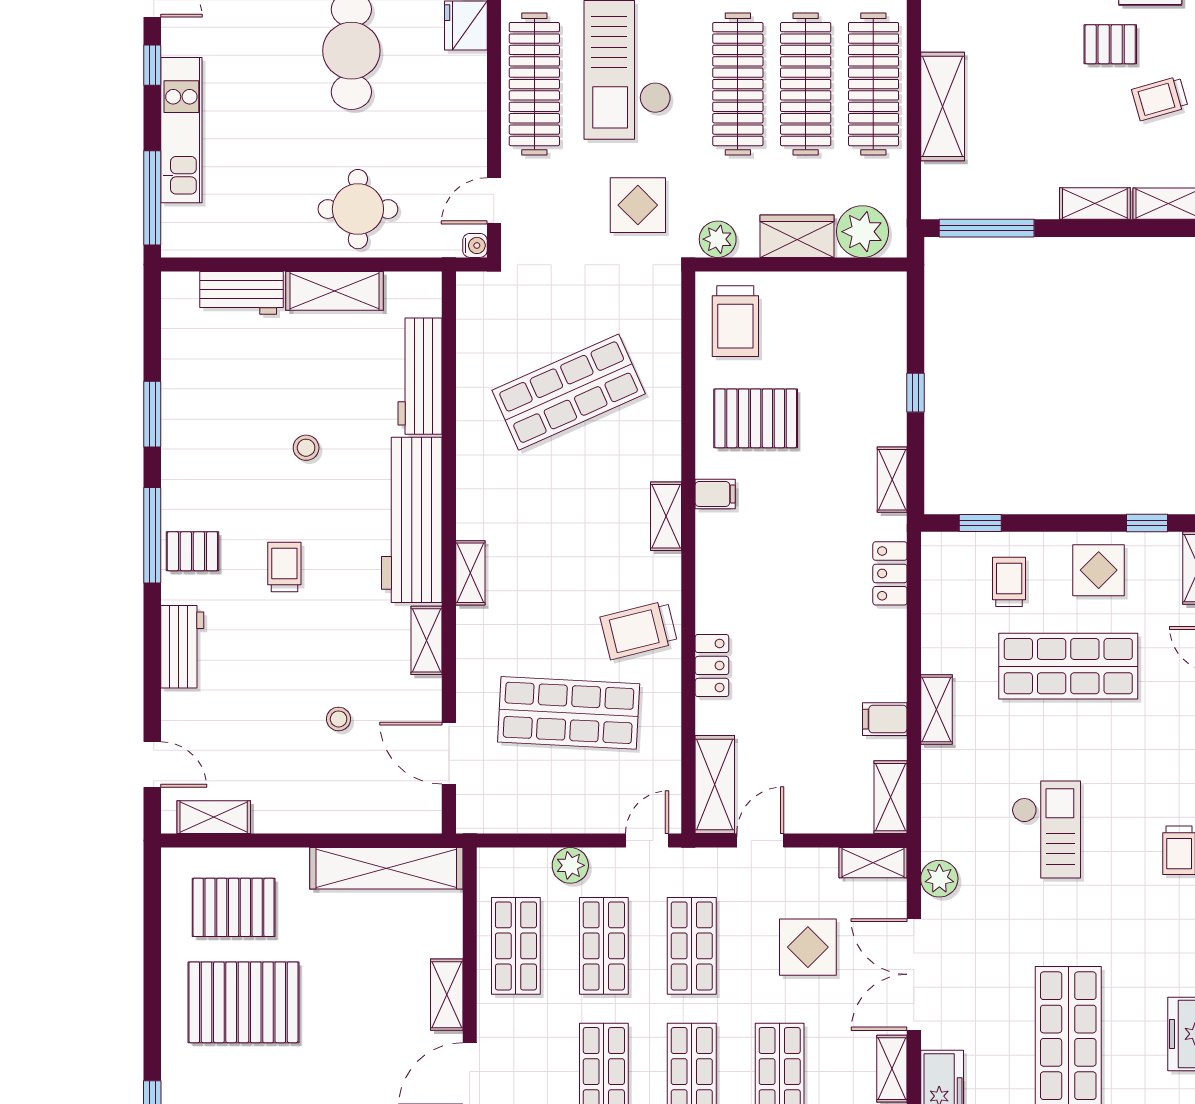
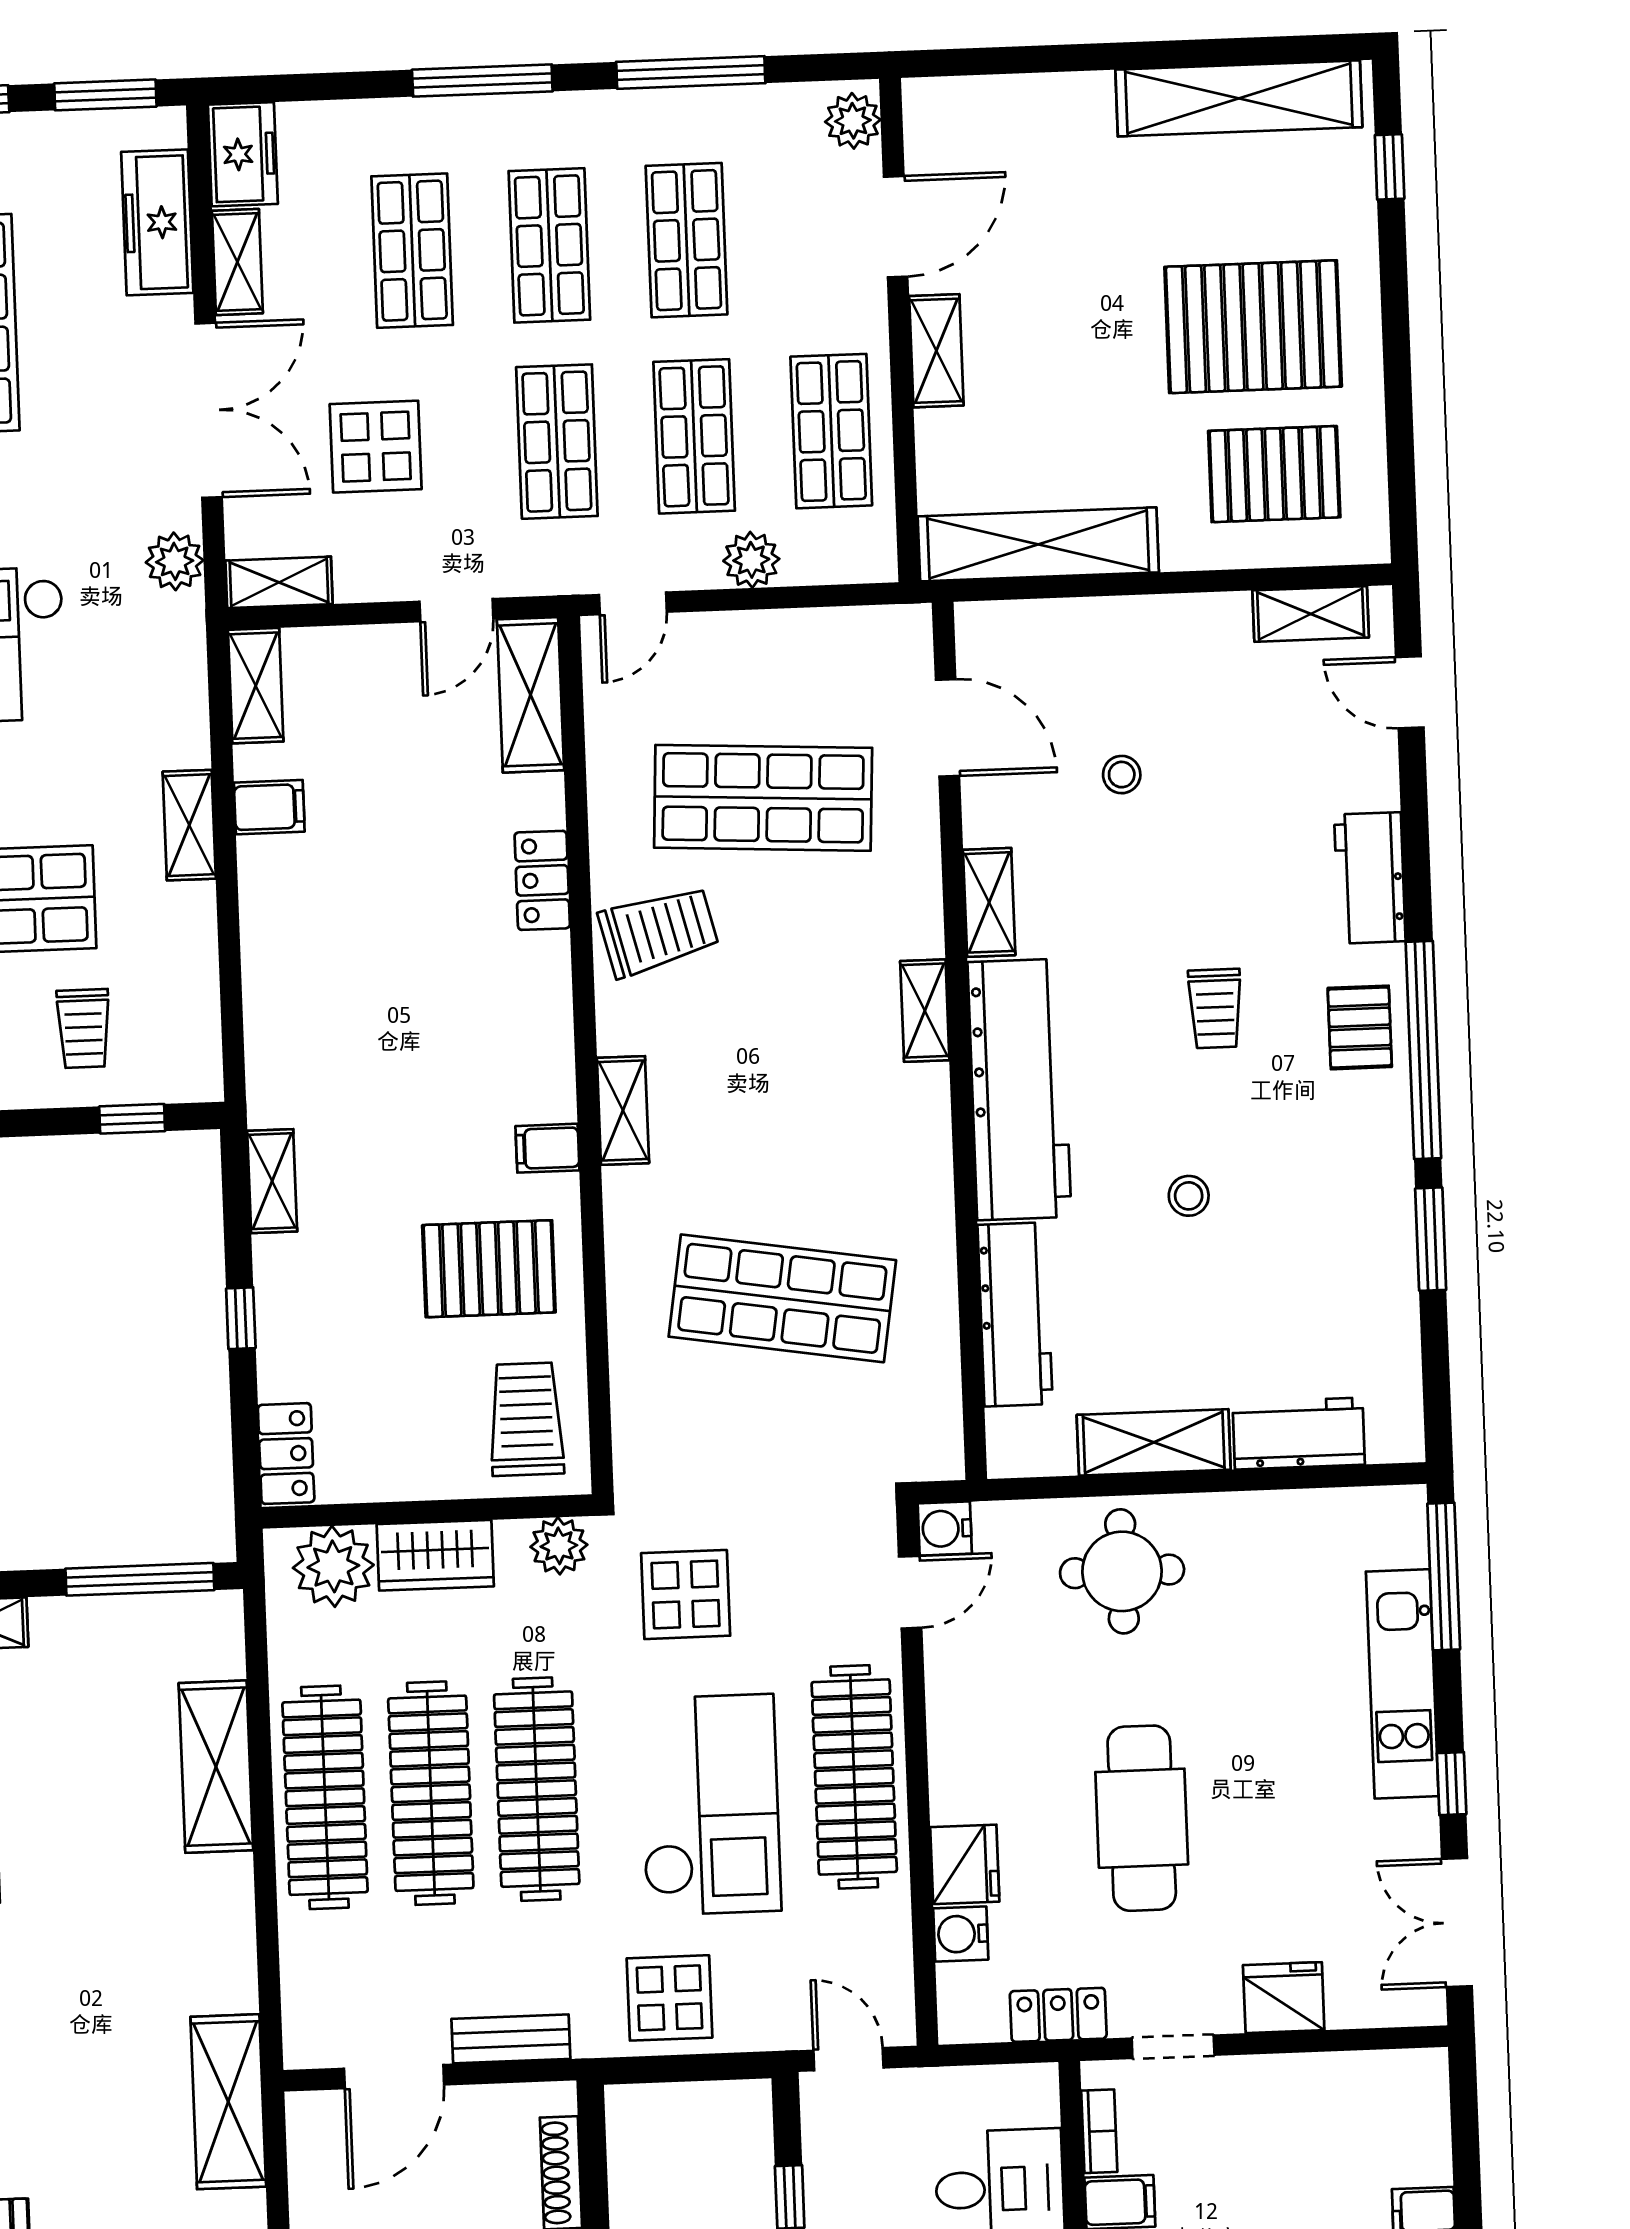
water cooler: (475, 245) -> (945, 1529), width x1.38, depth x1.38
shop shelf: (569, 392) -> (782, 1298), turned 33
window: (152, 535) -> (1423, 1050), width x1.46
pallet: (192, 551) -> (1360, 1027), turned 90
locker: (890, 573) -> (286, 1454), moved

